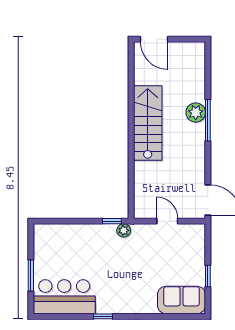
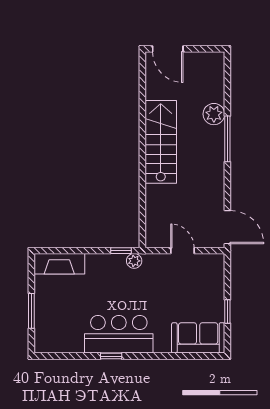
plant: (196, 112) -> (214, 114), moved
fireplace: (56, 233) -> (59, 264), added
bar counter: (64, 297) -> (119, 334), moved

